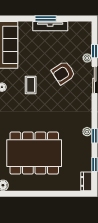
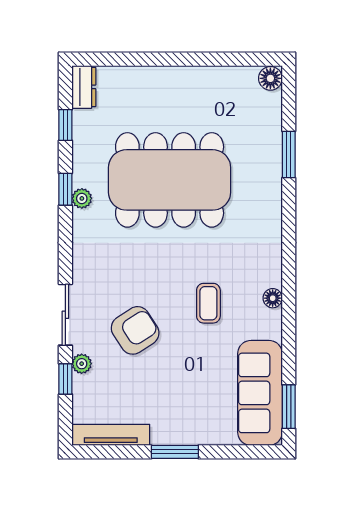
tv unit: (50, 26) -> (111, 435), moved
dining table: (34, 153) -> (170, 180), moved

